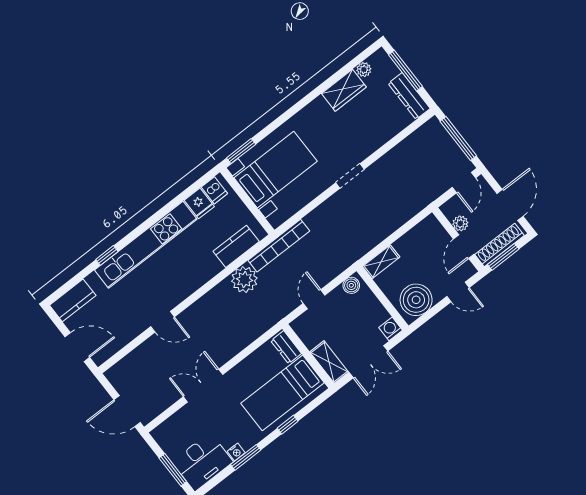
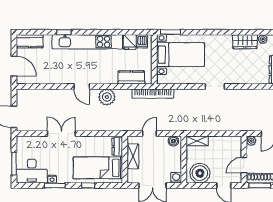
plant: (460, 223) -> (251, 141), moved
plant: (244, 280) -> (107, 97), moved
door: (163, 322) -> (82, 86), moved
shelving: (329, 362) -> (133, 156), moved

